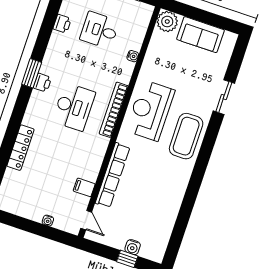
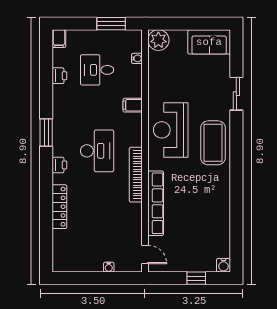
sofa: (200, 35) -> (209, 42), moved
water cooler: (133, 56) -> (137, 58), moved
printer: (42, 83) -> (59, 165), moved
bookcase: (114, 110) -> (136, 175), moved
filing cabinet: (84, 187) -> (133, 105), moved
water cooler: (133, 247) -> (223, 265), moved

